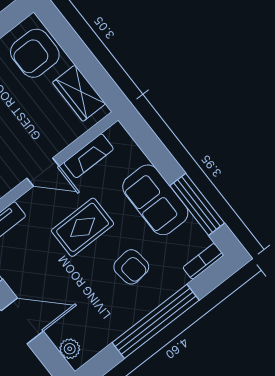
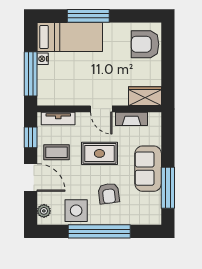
wardrobe: (79, 93) -> (145, 96), moved, turned 90
bookcase: (203, 261) -> (148, 220), removed
coffee table: (30, 266) -> (56, 152), added
side table: (108, 318) -> (76, 211), added

